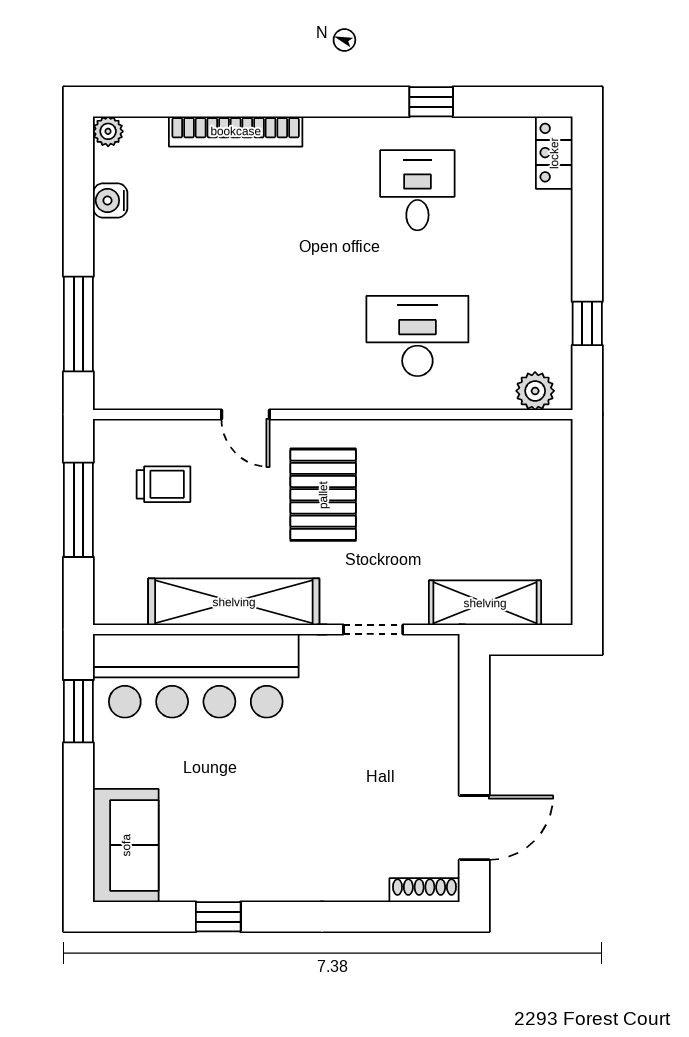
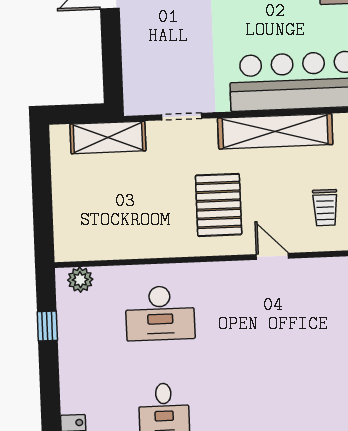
trolley: (163, 484) -> (325, 208), turned -90

